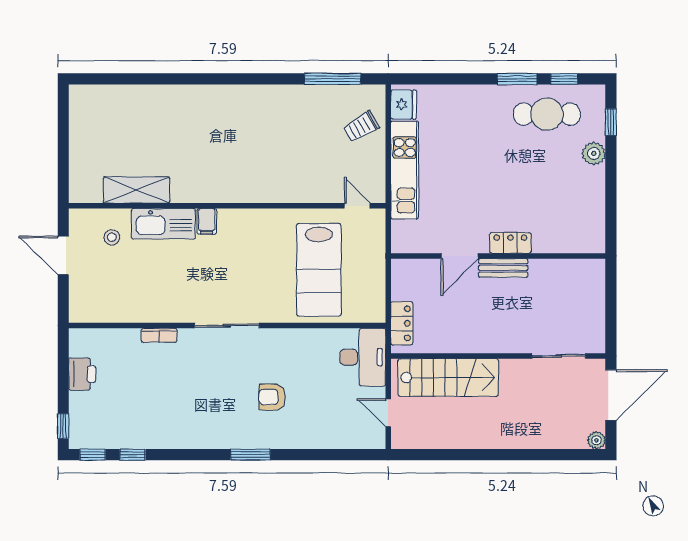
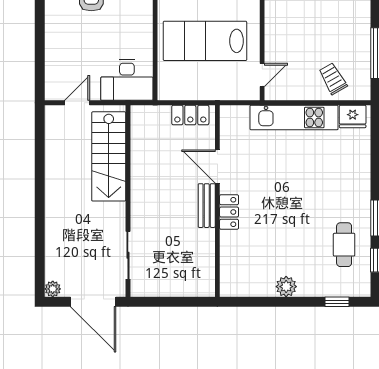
cafe table: (547, 114) -> (344, 245), width x0.73, depth x0.74
plant: (594, 153) -> (286, 287), moved
locker: (402, 323) -> (190, 115), moved

